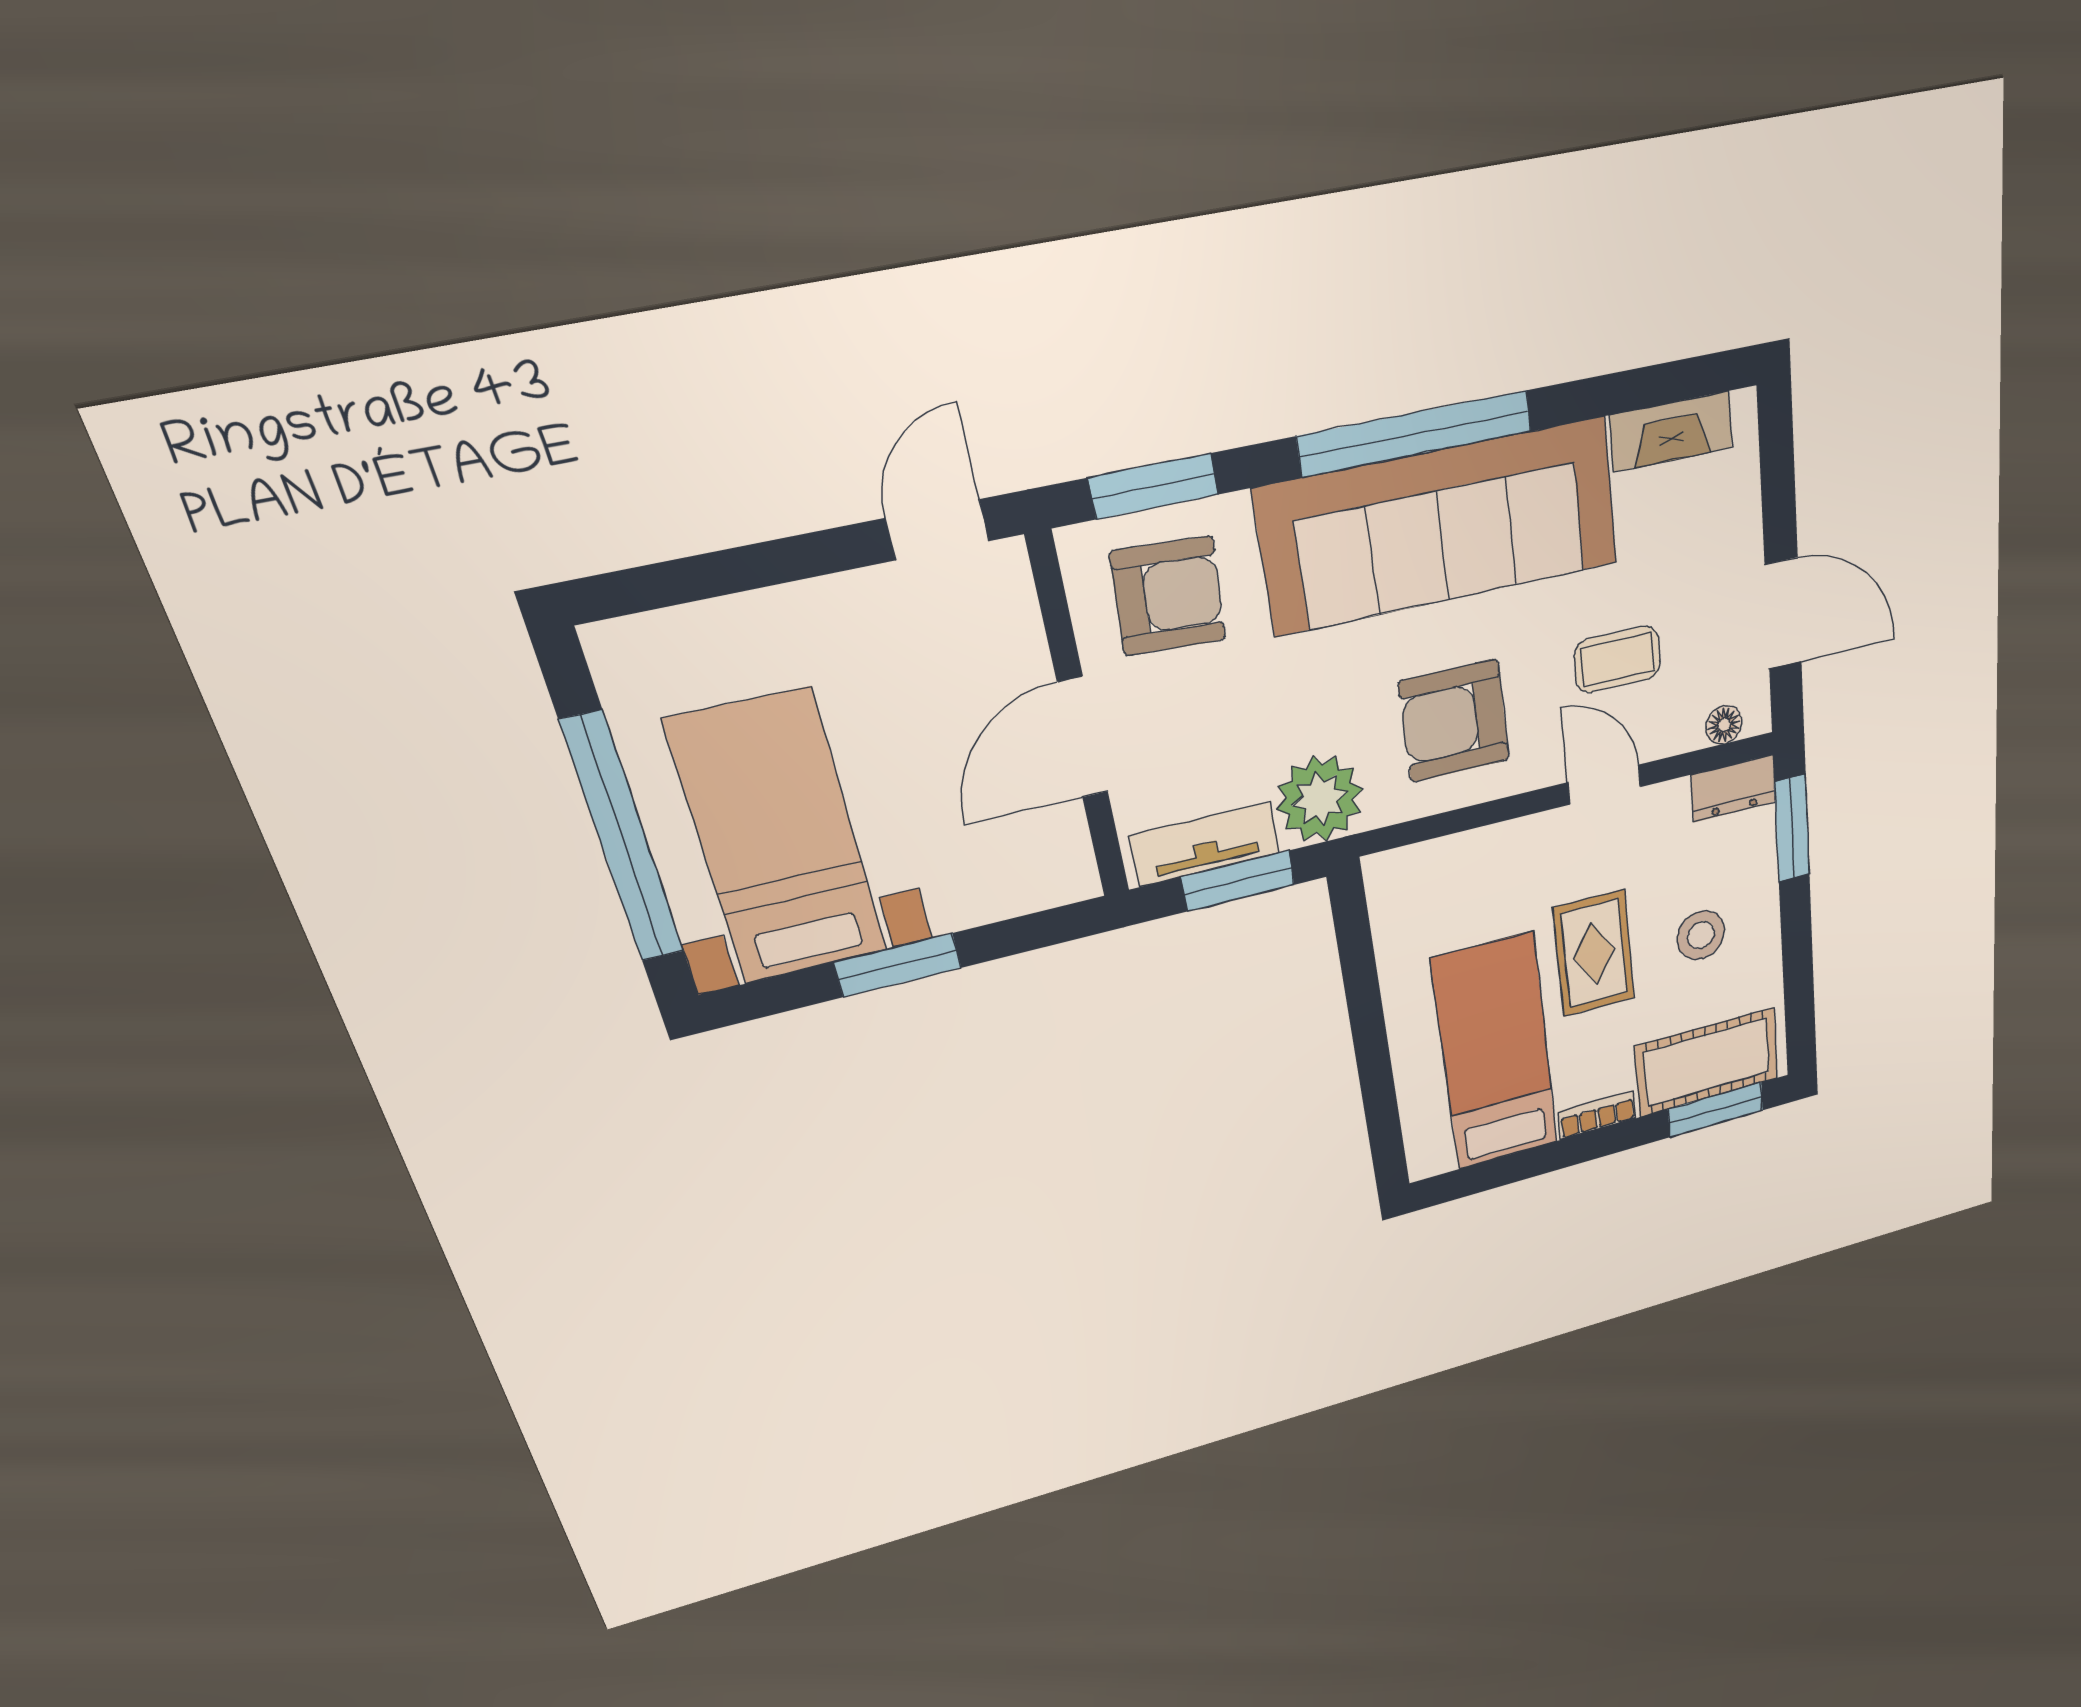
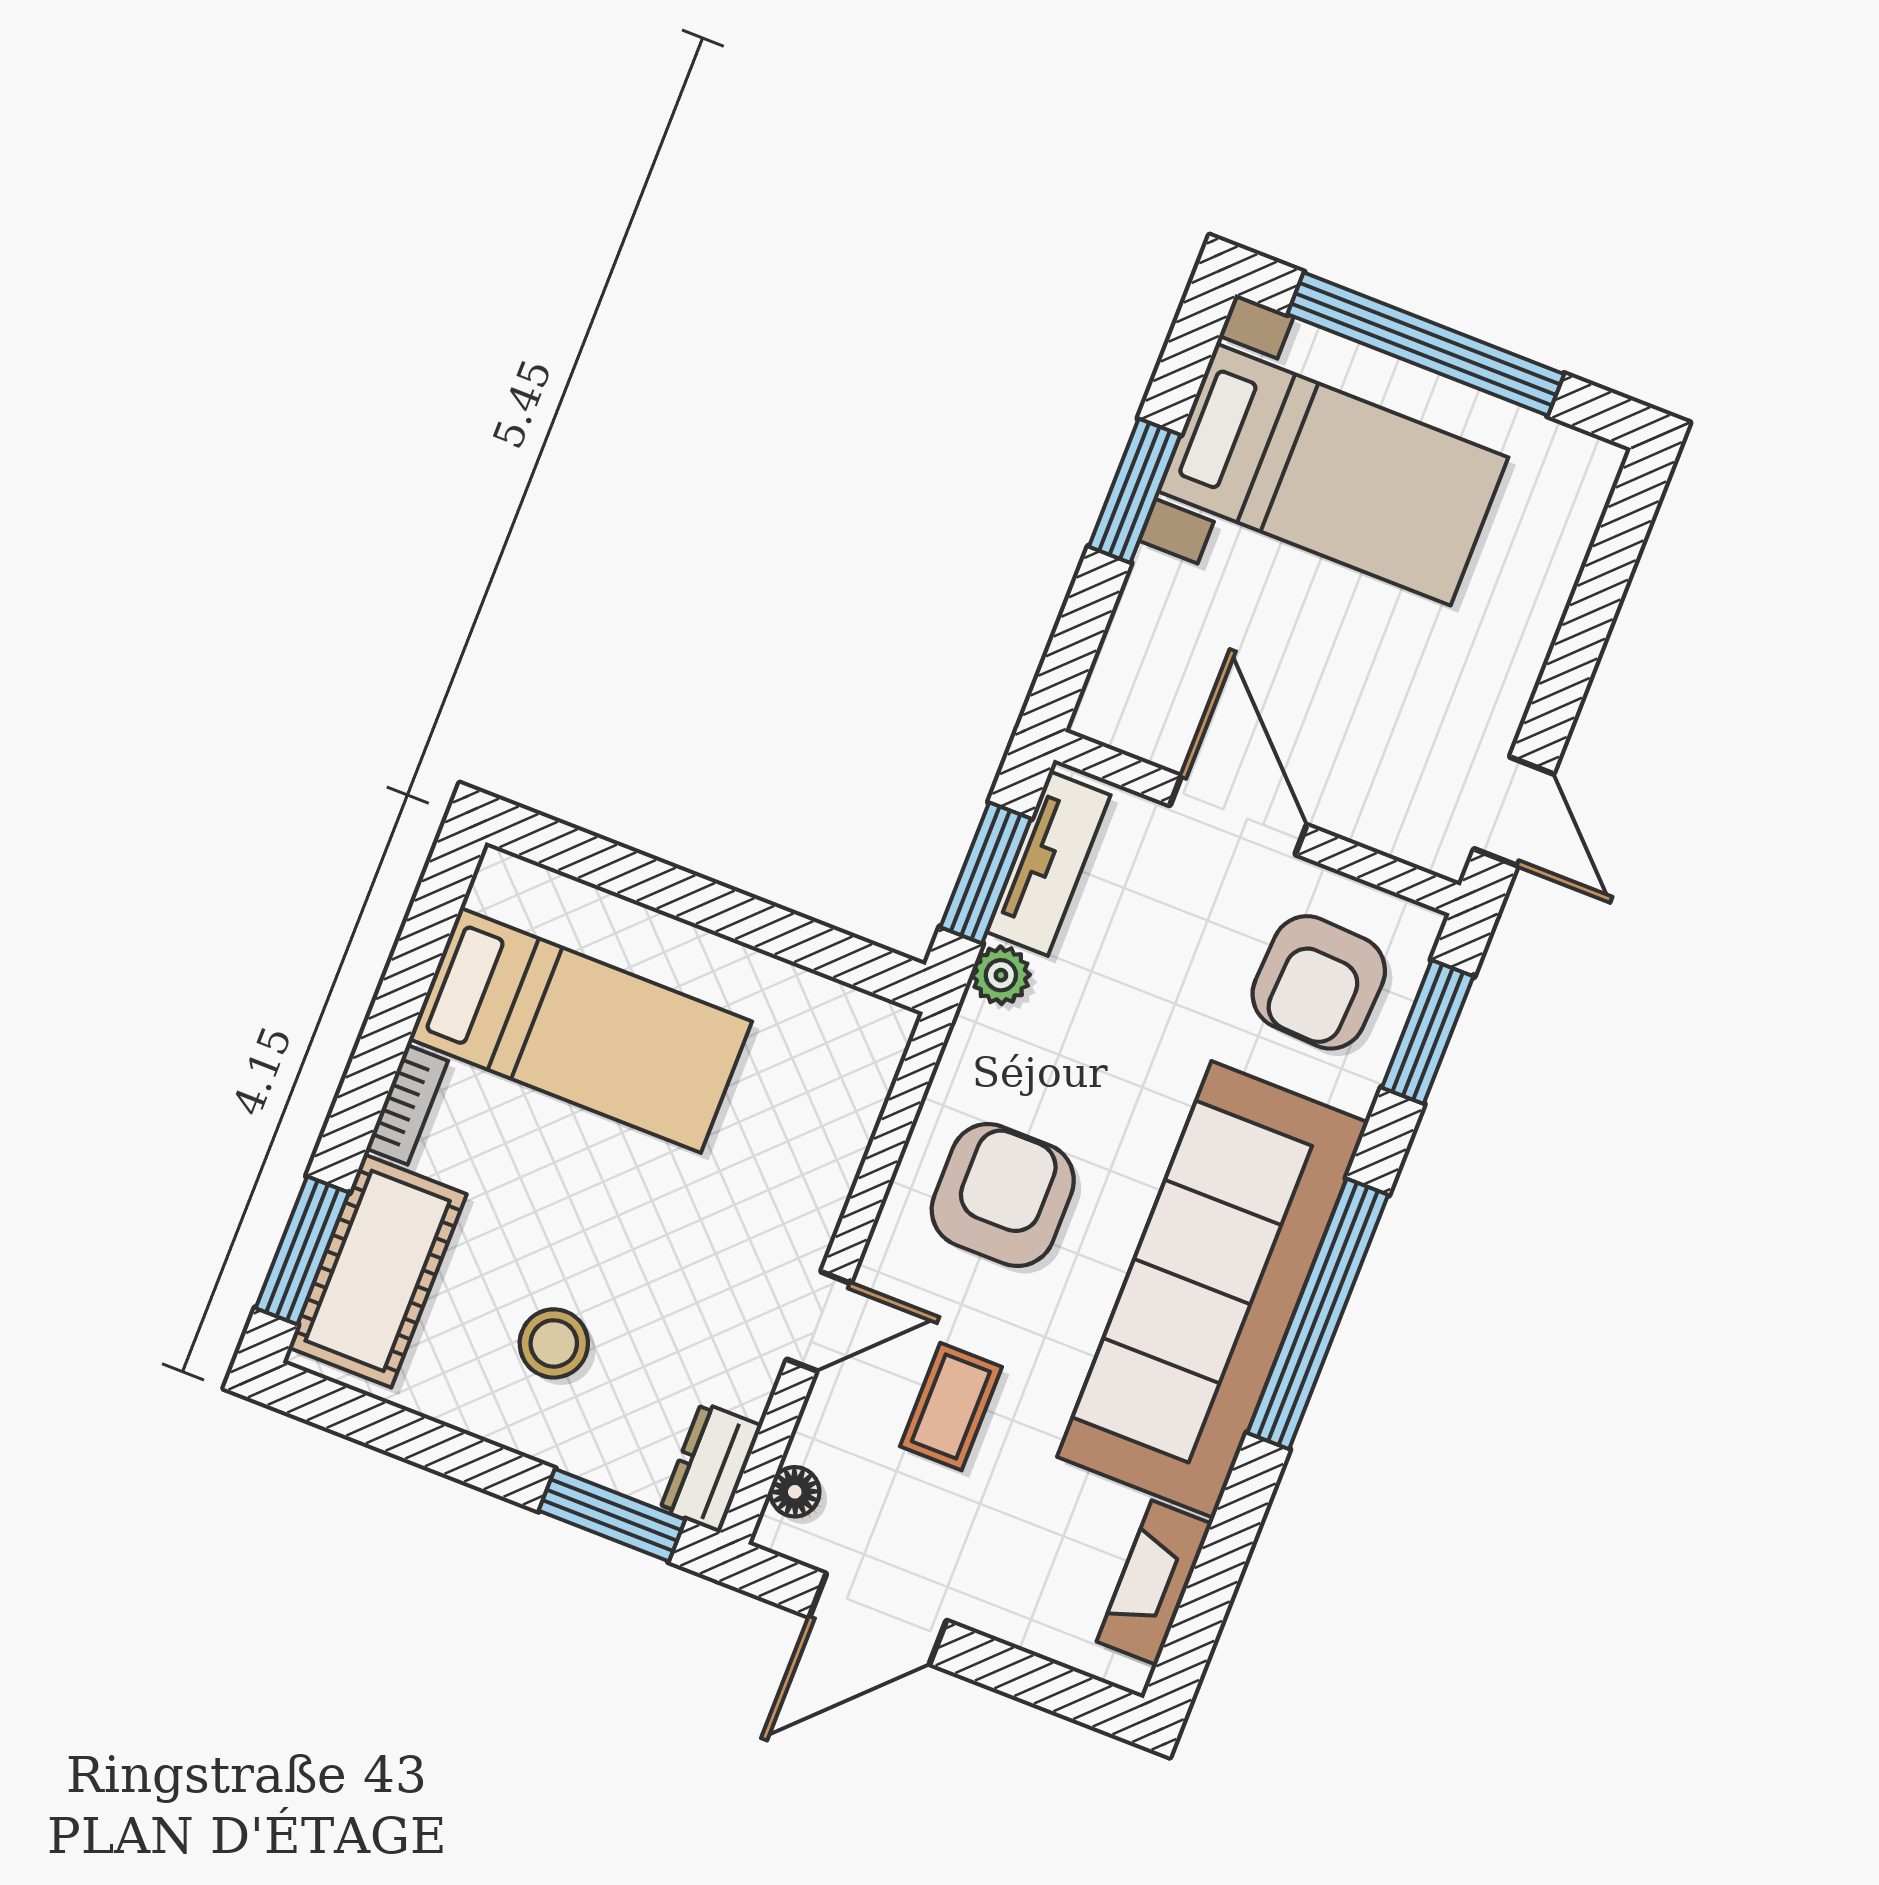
plant: (1320, 799) -> (1001, 975), width x0.53, depth x0.53
rug: (1594, 953) -> (622, 1207), removed

